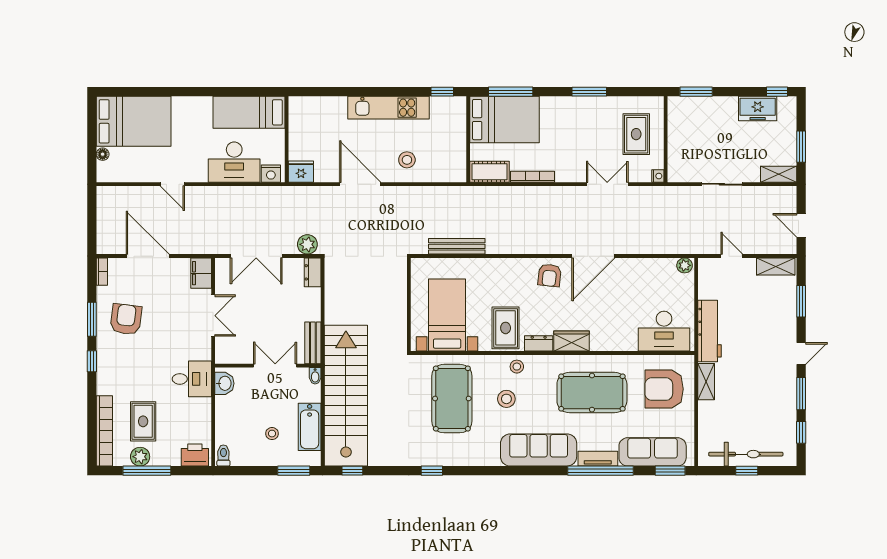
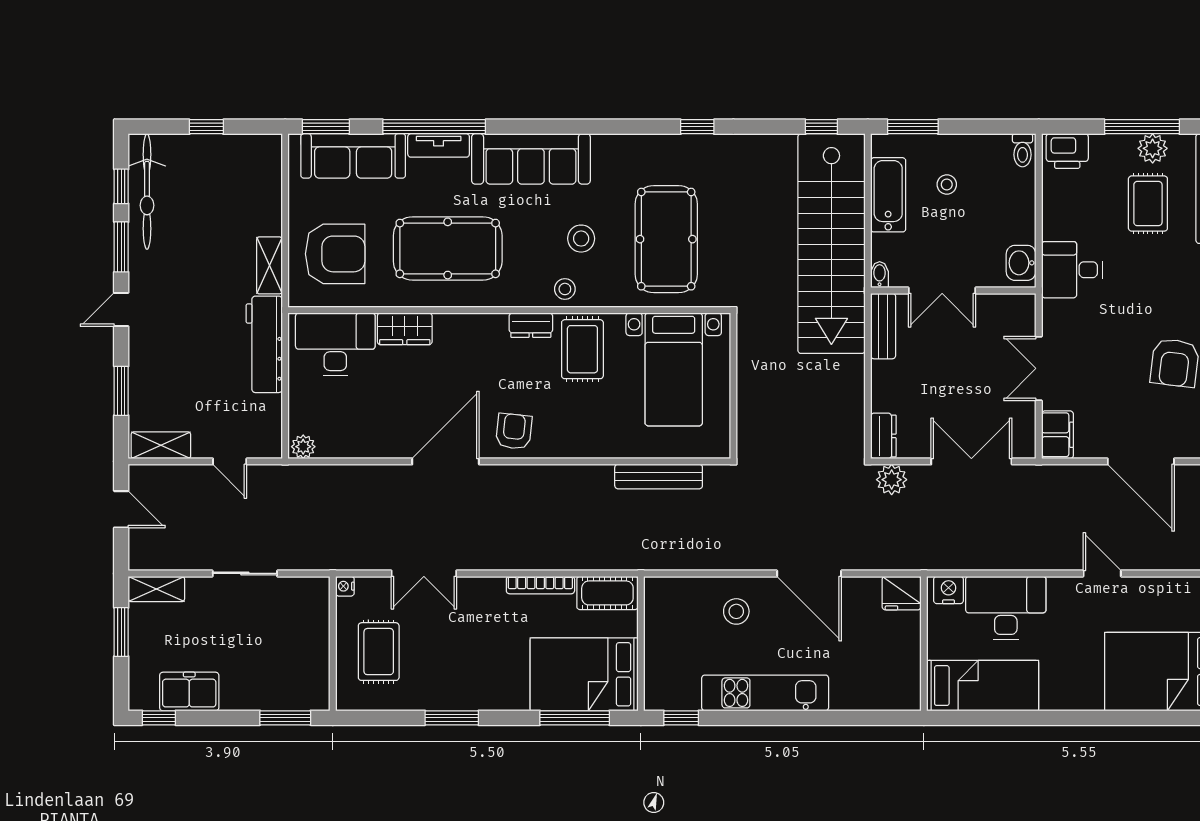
wardrobe: (572, 341) -> (405, 329), moved
bicycle: (746, 454) -> (147, 191), moved, turned -90

